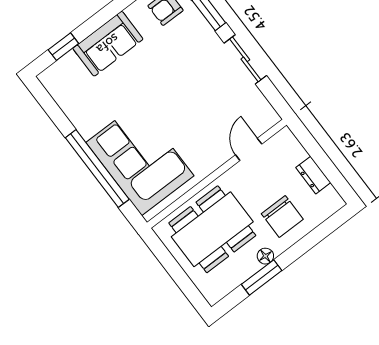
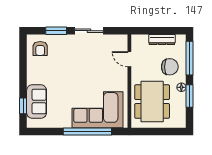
sofa: (108, 44) -> (37, 102), moved
dresser: (313, 175) -> (162, 40), width x1.44
window: (317, 236) -> (189, 58), added

